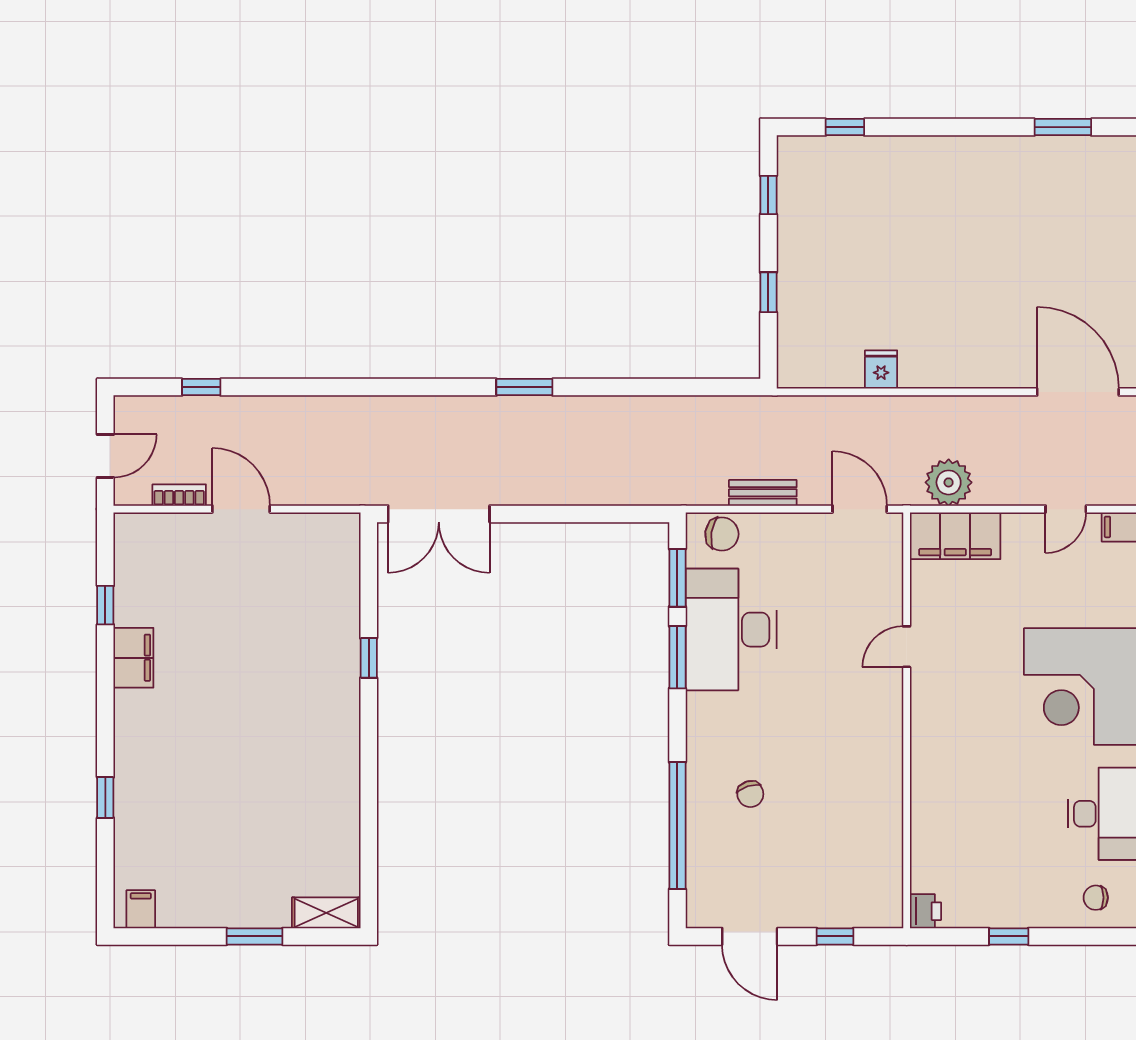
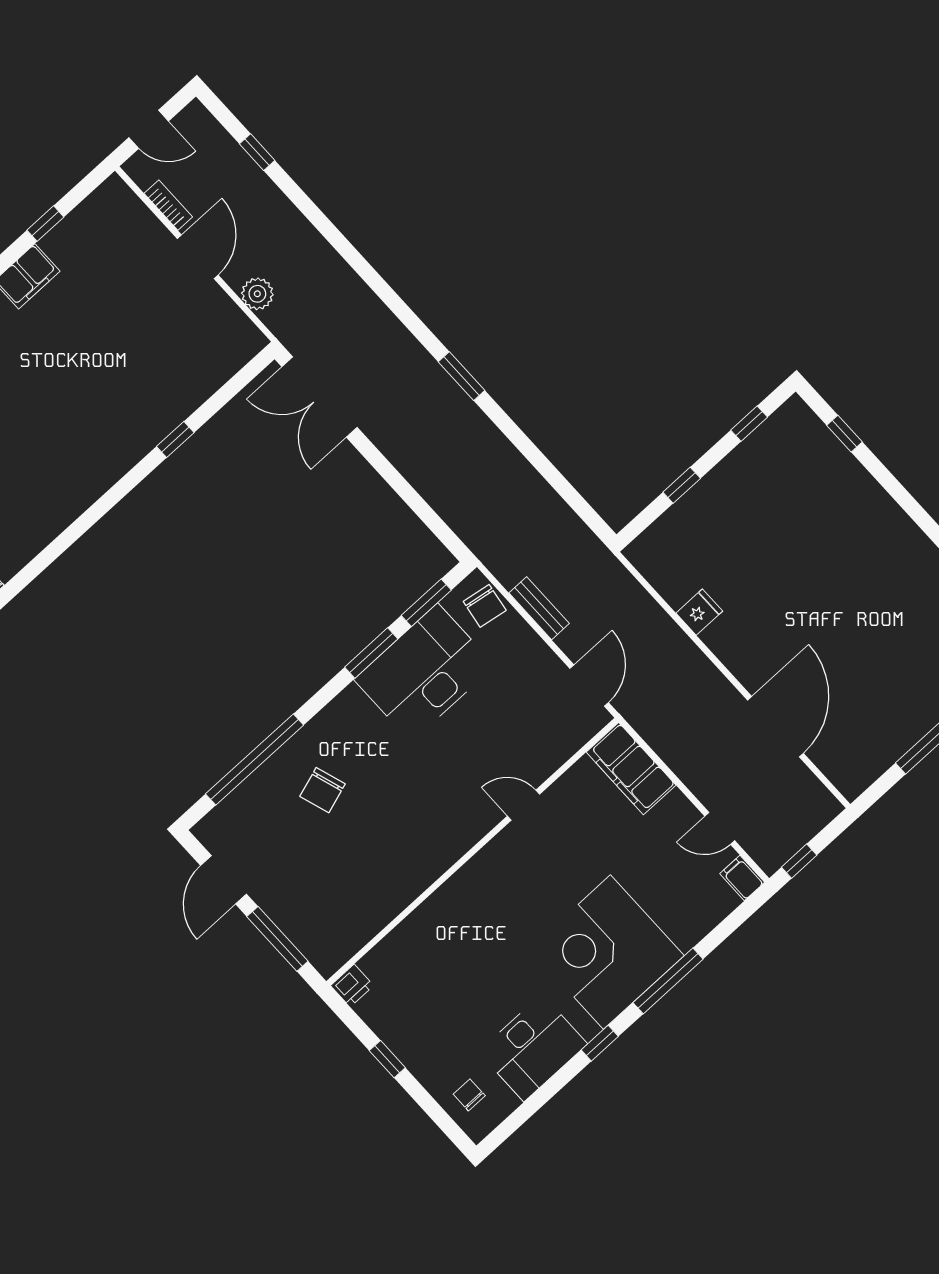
door: (1078, 392) -> (776, 727), moved
plant: (949, 482) -> (257, 294), moved, width x0.73, depth x0.73
chair: (750, 794) -> (323, 790), width x1.37, depth x1.37
window: (835, 936) -> (277, 939), width x2.17

